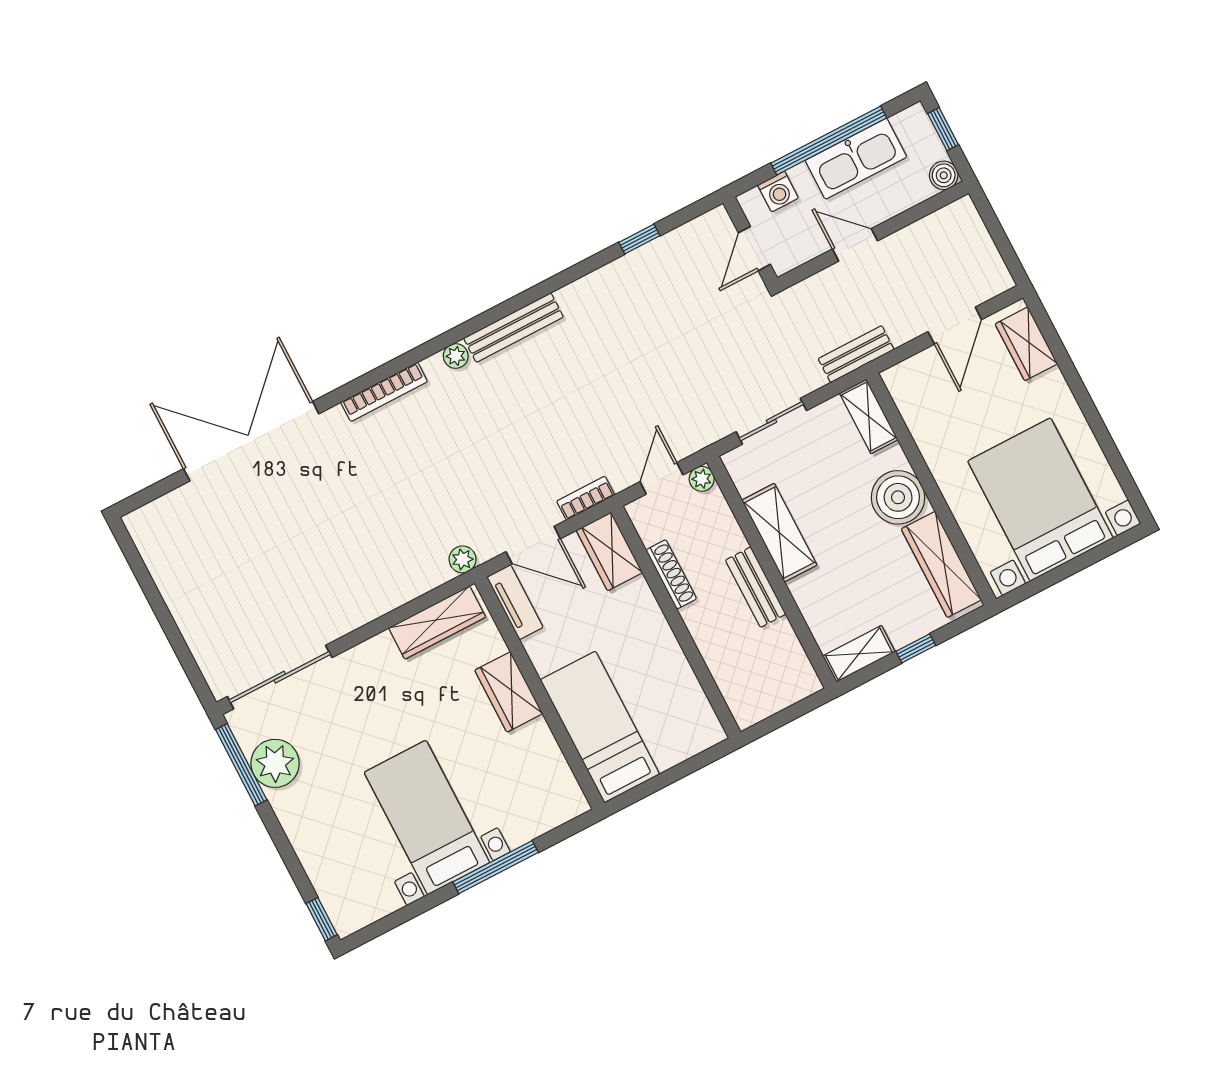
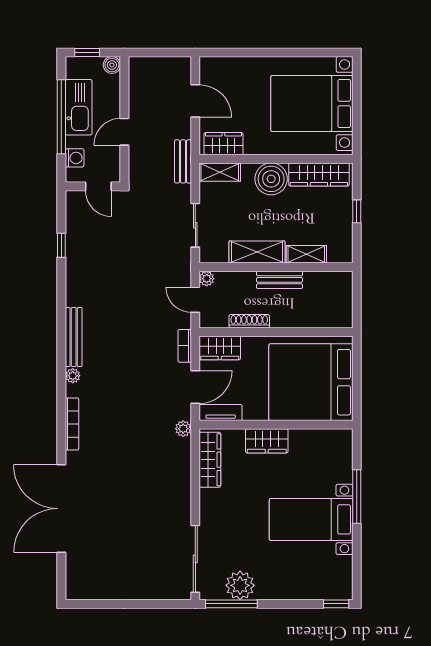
wardrobe: (1026, 344) -> (223, 144), moved, turned 180
shelving: (859, 654) -> (306, 254), moved, turned 90
bed: (600, 727) -> (311, 382), width x2.04

